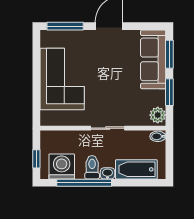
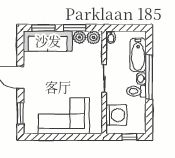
window: (65, 26) -> (20, 113), width x0.69
plant: (158, 98) -> (79, 37), added
washing machine: (62, 166) -> (116, 115), moved, turned 180
window: (84, 183) -> (149, 77), moved

